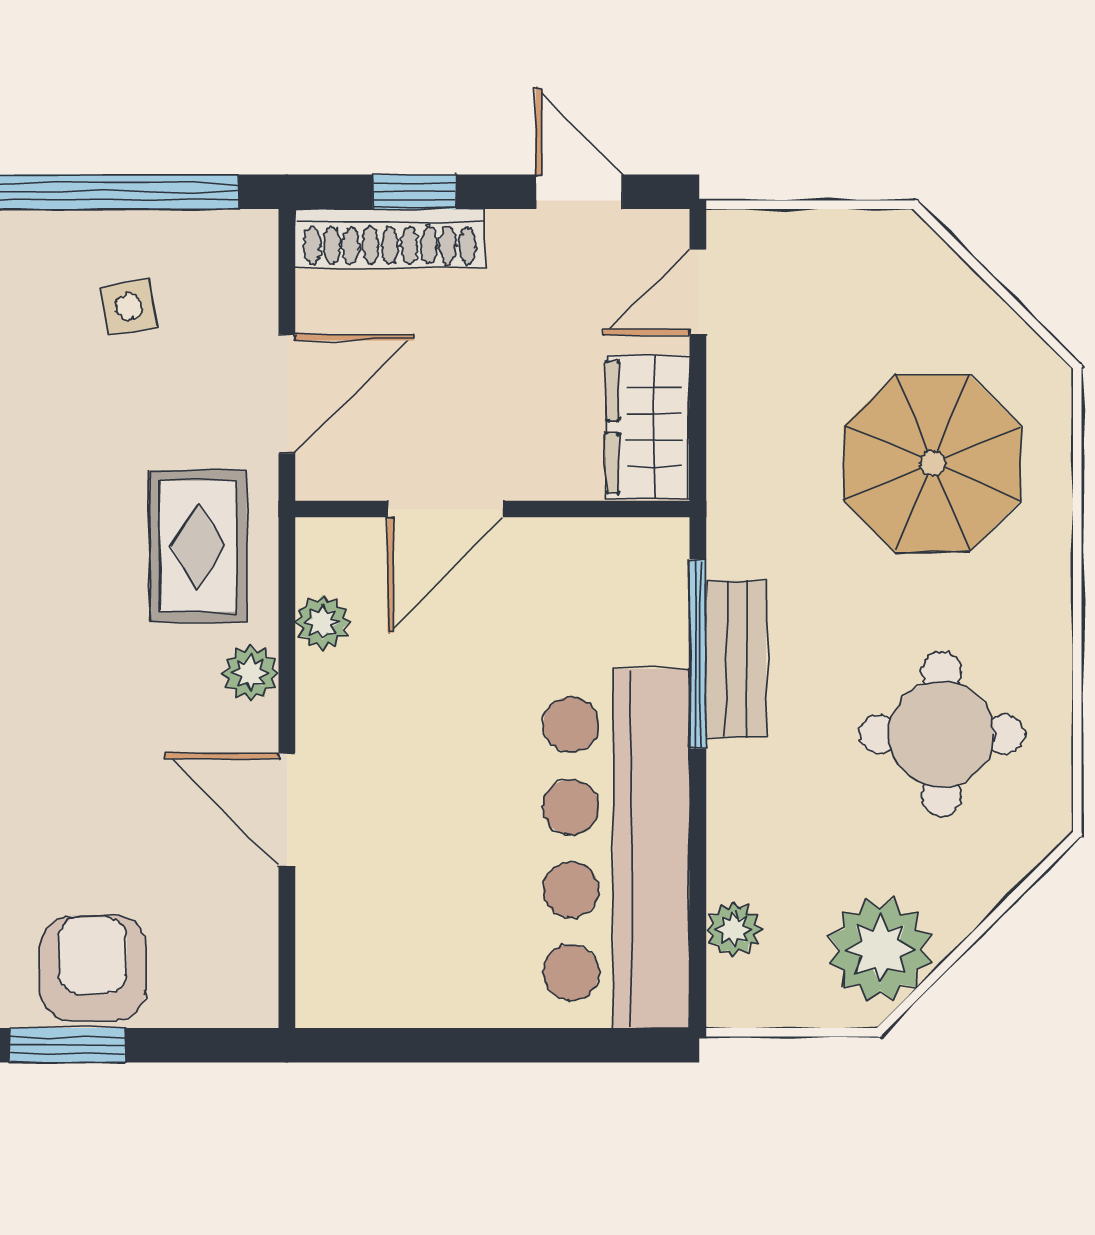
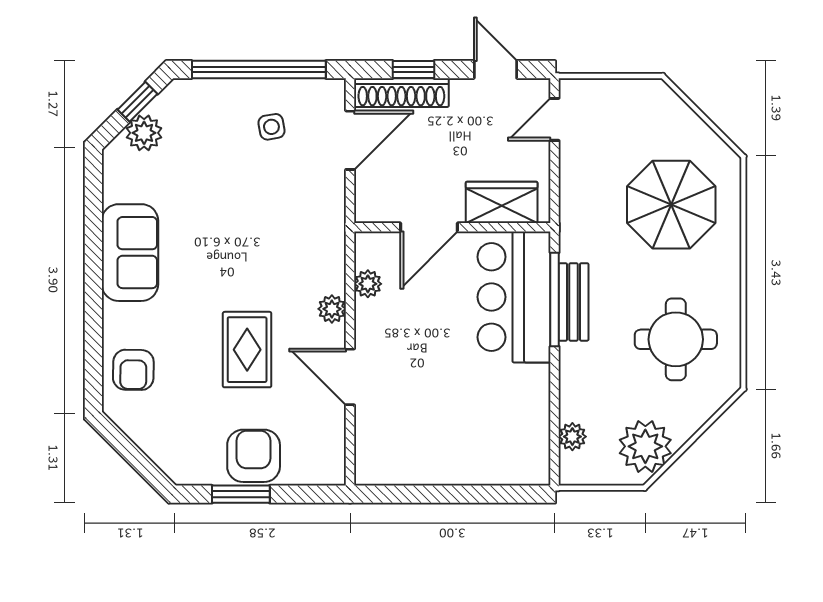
door: (287, 394) -> (350, 140), moved
wardrobe: (648, 427) -> (502, 202), moved, turned 90
rug: (198, 546) -> (247, 350), moved
bar counter: (616, 849) -> (514, 297), moved, width x0.73

